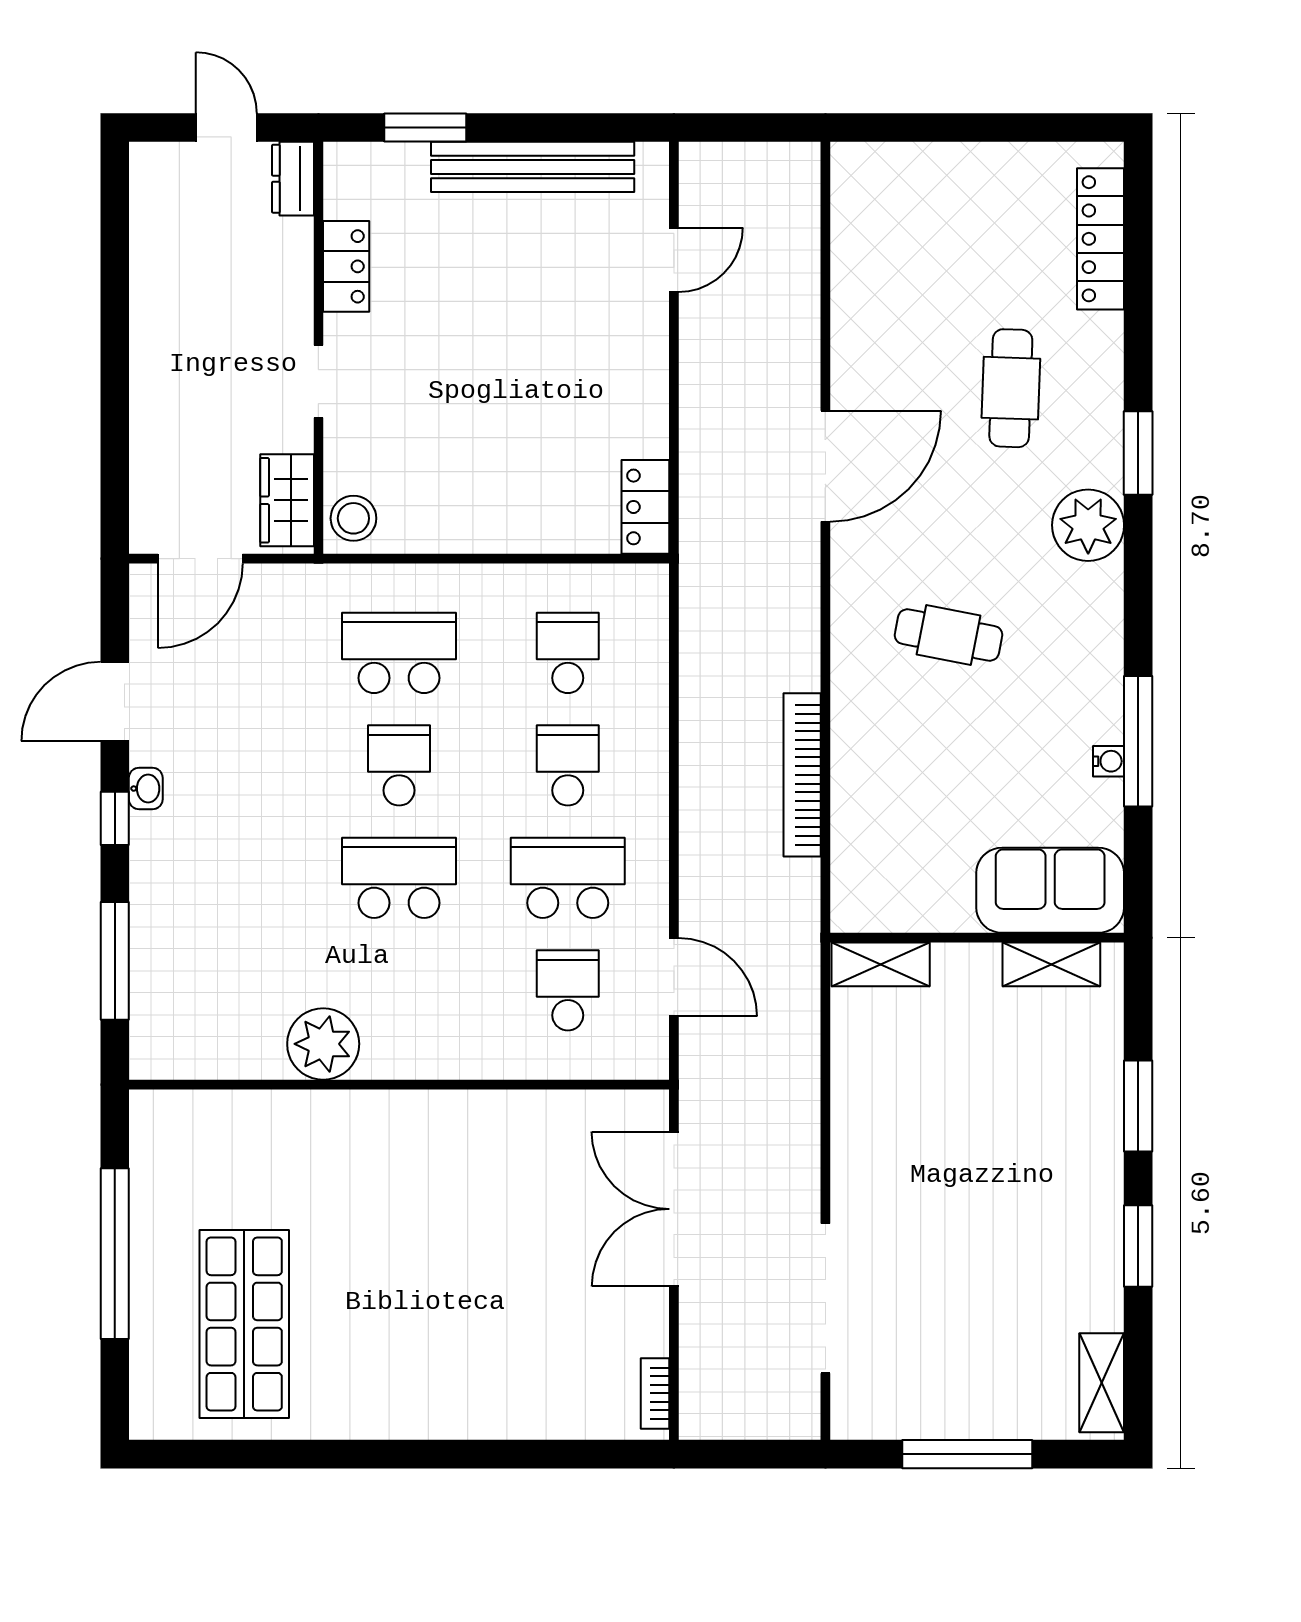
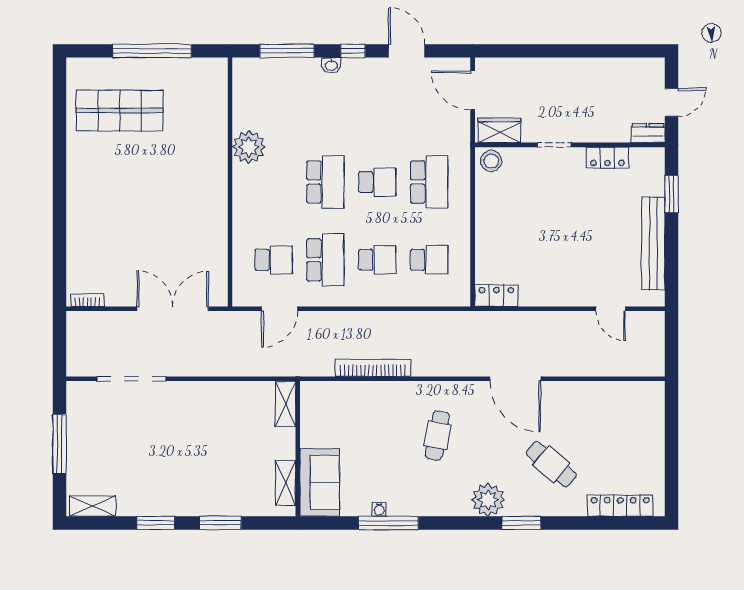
cafe table: (1011, 388) -> (551, 464), turned 38
washbasin: (146, 789) -> (331, 65), moved

